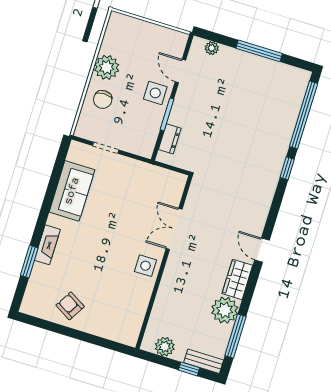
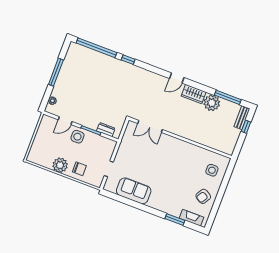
double door: (174, 229) -> (150, 126), moved
fireplace: (47, 245) -> (192, 218), moved
side table: (145, 266) -> (212, 170), moved
plant: (165, 347) -> (232, 141), removed

